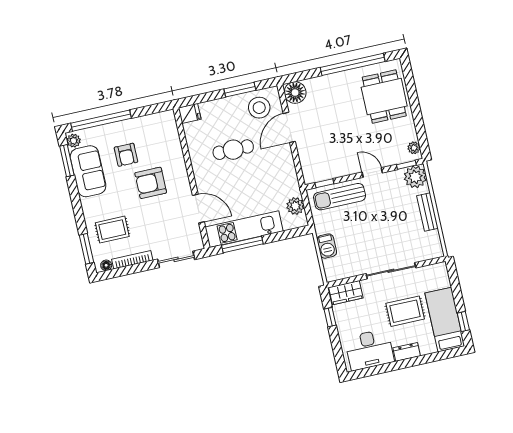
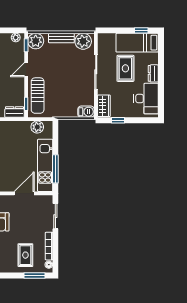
dresser: (309, 170) -> (15, 112), added
plant: (430, 244) -> (83, 41), added
barbecue: (327, 246) -> (86, 112), moved

